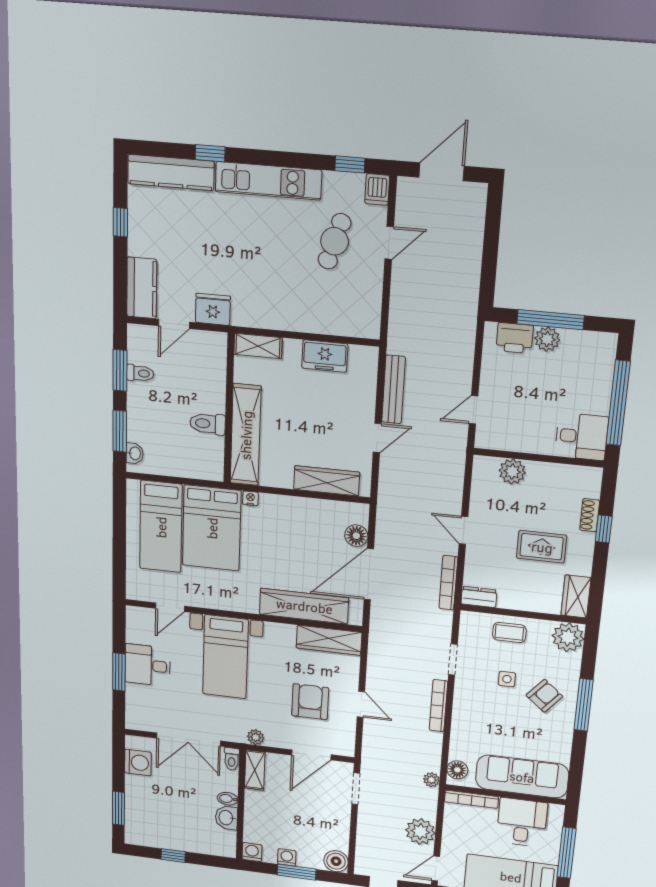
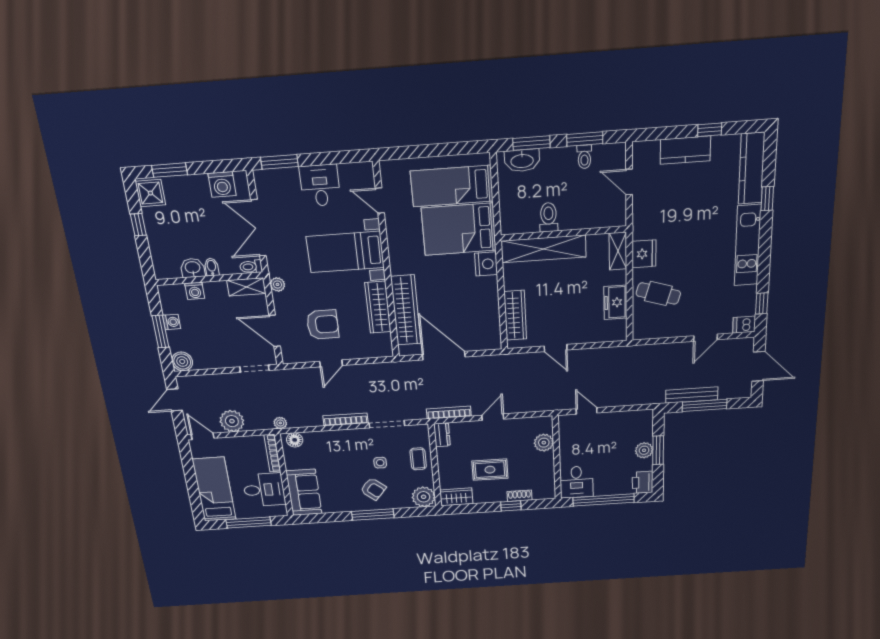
cafe table: (335, 241) -> (658, 293), moved
door: (389, 243) -> (706, 338), hinge flipped
window: (490, 250) -> (705, 405), added
kitchen counter: (142, 288) -> (685, 150), moved
fridge: (213, 309) -> (644, 254), moved
window: (550, 320) -> (658, 450), width x0.69
printer: (515, 338) -> (643, 482), moved
bench: (393, 389) -> (692, 395), moved
washbasin: (135, 453) -> (522, 160), width x1.91, depth x1.45
nightstand: (250, 498) -> (486, 264), width x1.89, depth x1.79
floor lamp: (356, 536) -> (474, 343), removed
rug: (542, 547) -> (490, 470), turned 90
wardrobe: (329, 640) -> (378, 307), moved
doorway: (453, 660) -> (387, 424), width x1.38
window: (119, 672) -> (279, 162), moved
sofa: (522, 777) -> (304, 492), width x0.73
shower: (141, 834) -> (150, 193), added
washing machine: (252, 852) -> (195, 291), moved, turned 90

